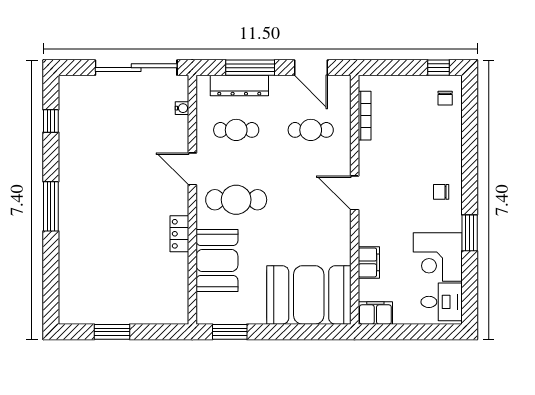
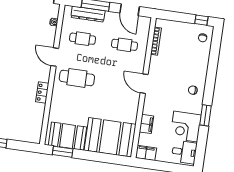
booth: (217, 261) -> (68, 136), moved, turned 90

